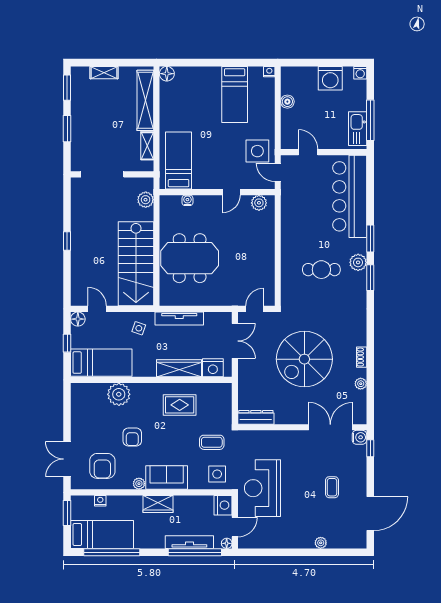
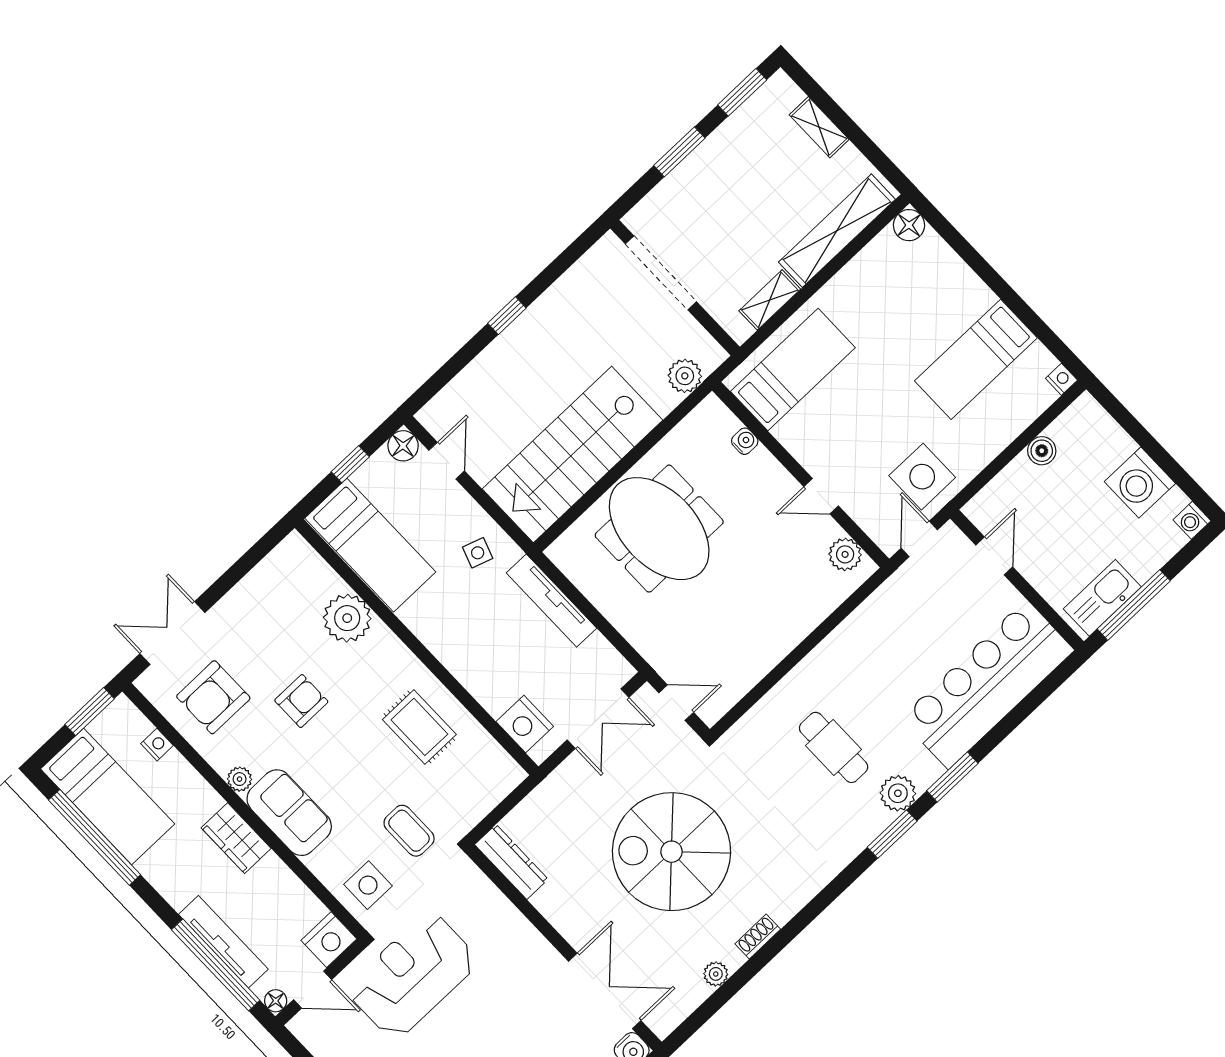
wardrobe: (179, 368) -> (475, 673), removed
armchair: (132, 437) -> (301, 701), turned 180

